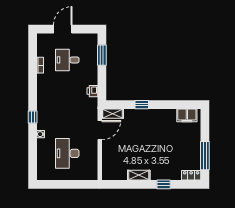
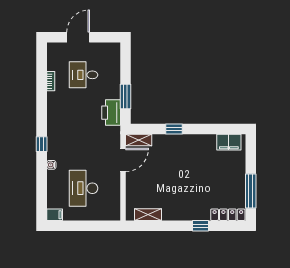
window: (102, 55) -> (126, 97), moved
printer: (92, 91) -> (111, 113), width x1.87, depth x1.48
filing cabinet: (43, 175) -> (55, 215), added
shelving: (139, 175) -> (148, 215), moved
locker: (191, 175) -> (228, 215), width x1.53

